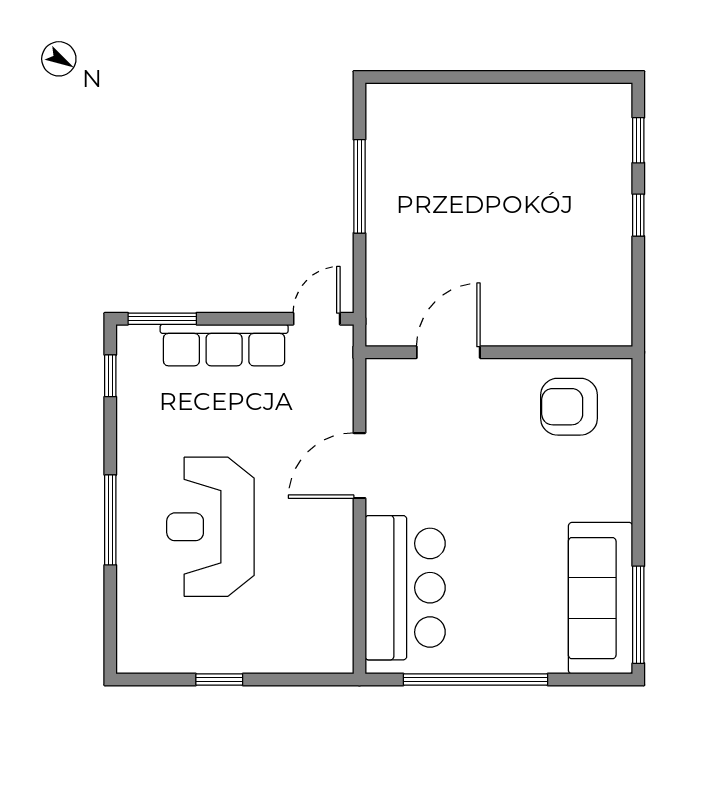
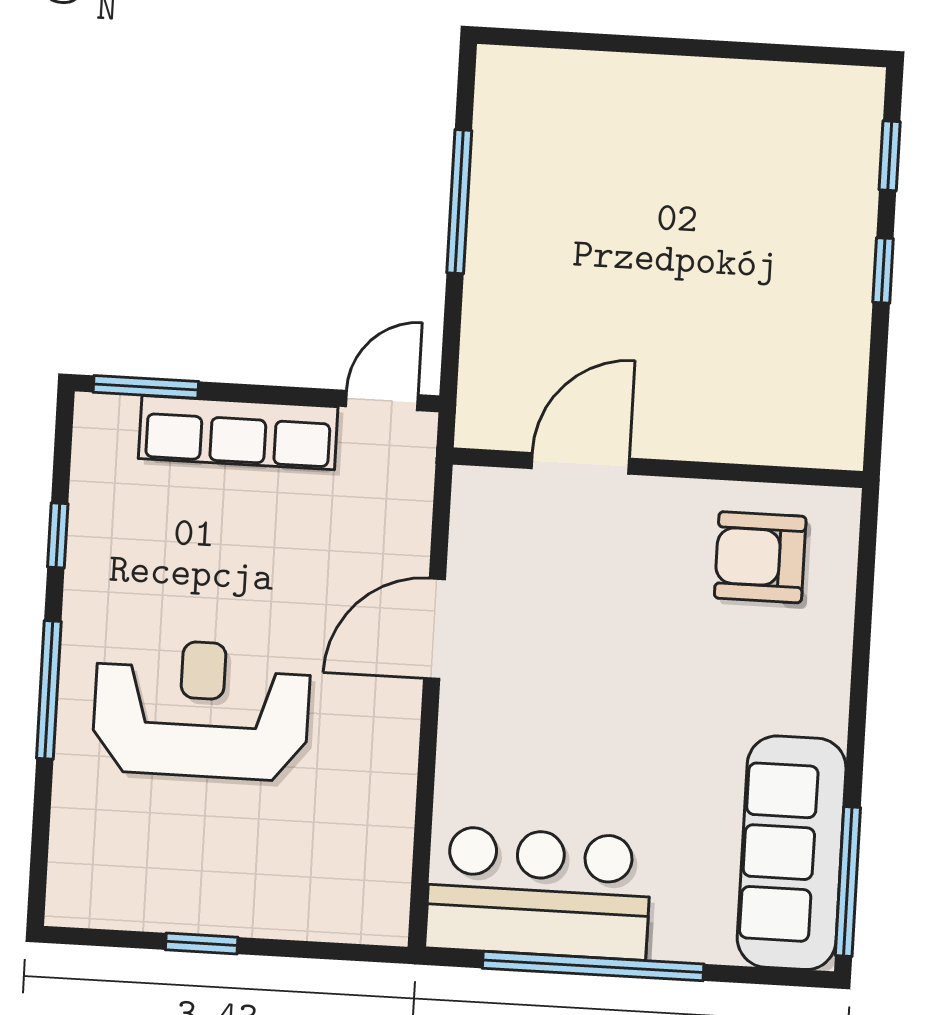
window: (110, 376) -> (58, 535), moved
reception desk: (210, 527) -> (201, 709), turned 90
bar counter: (405, 588) -> (539, 893), moved, turned -90

